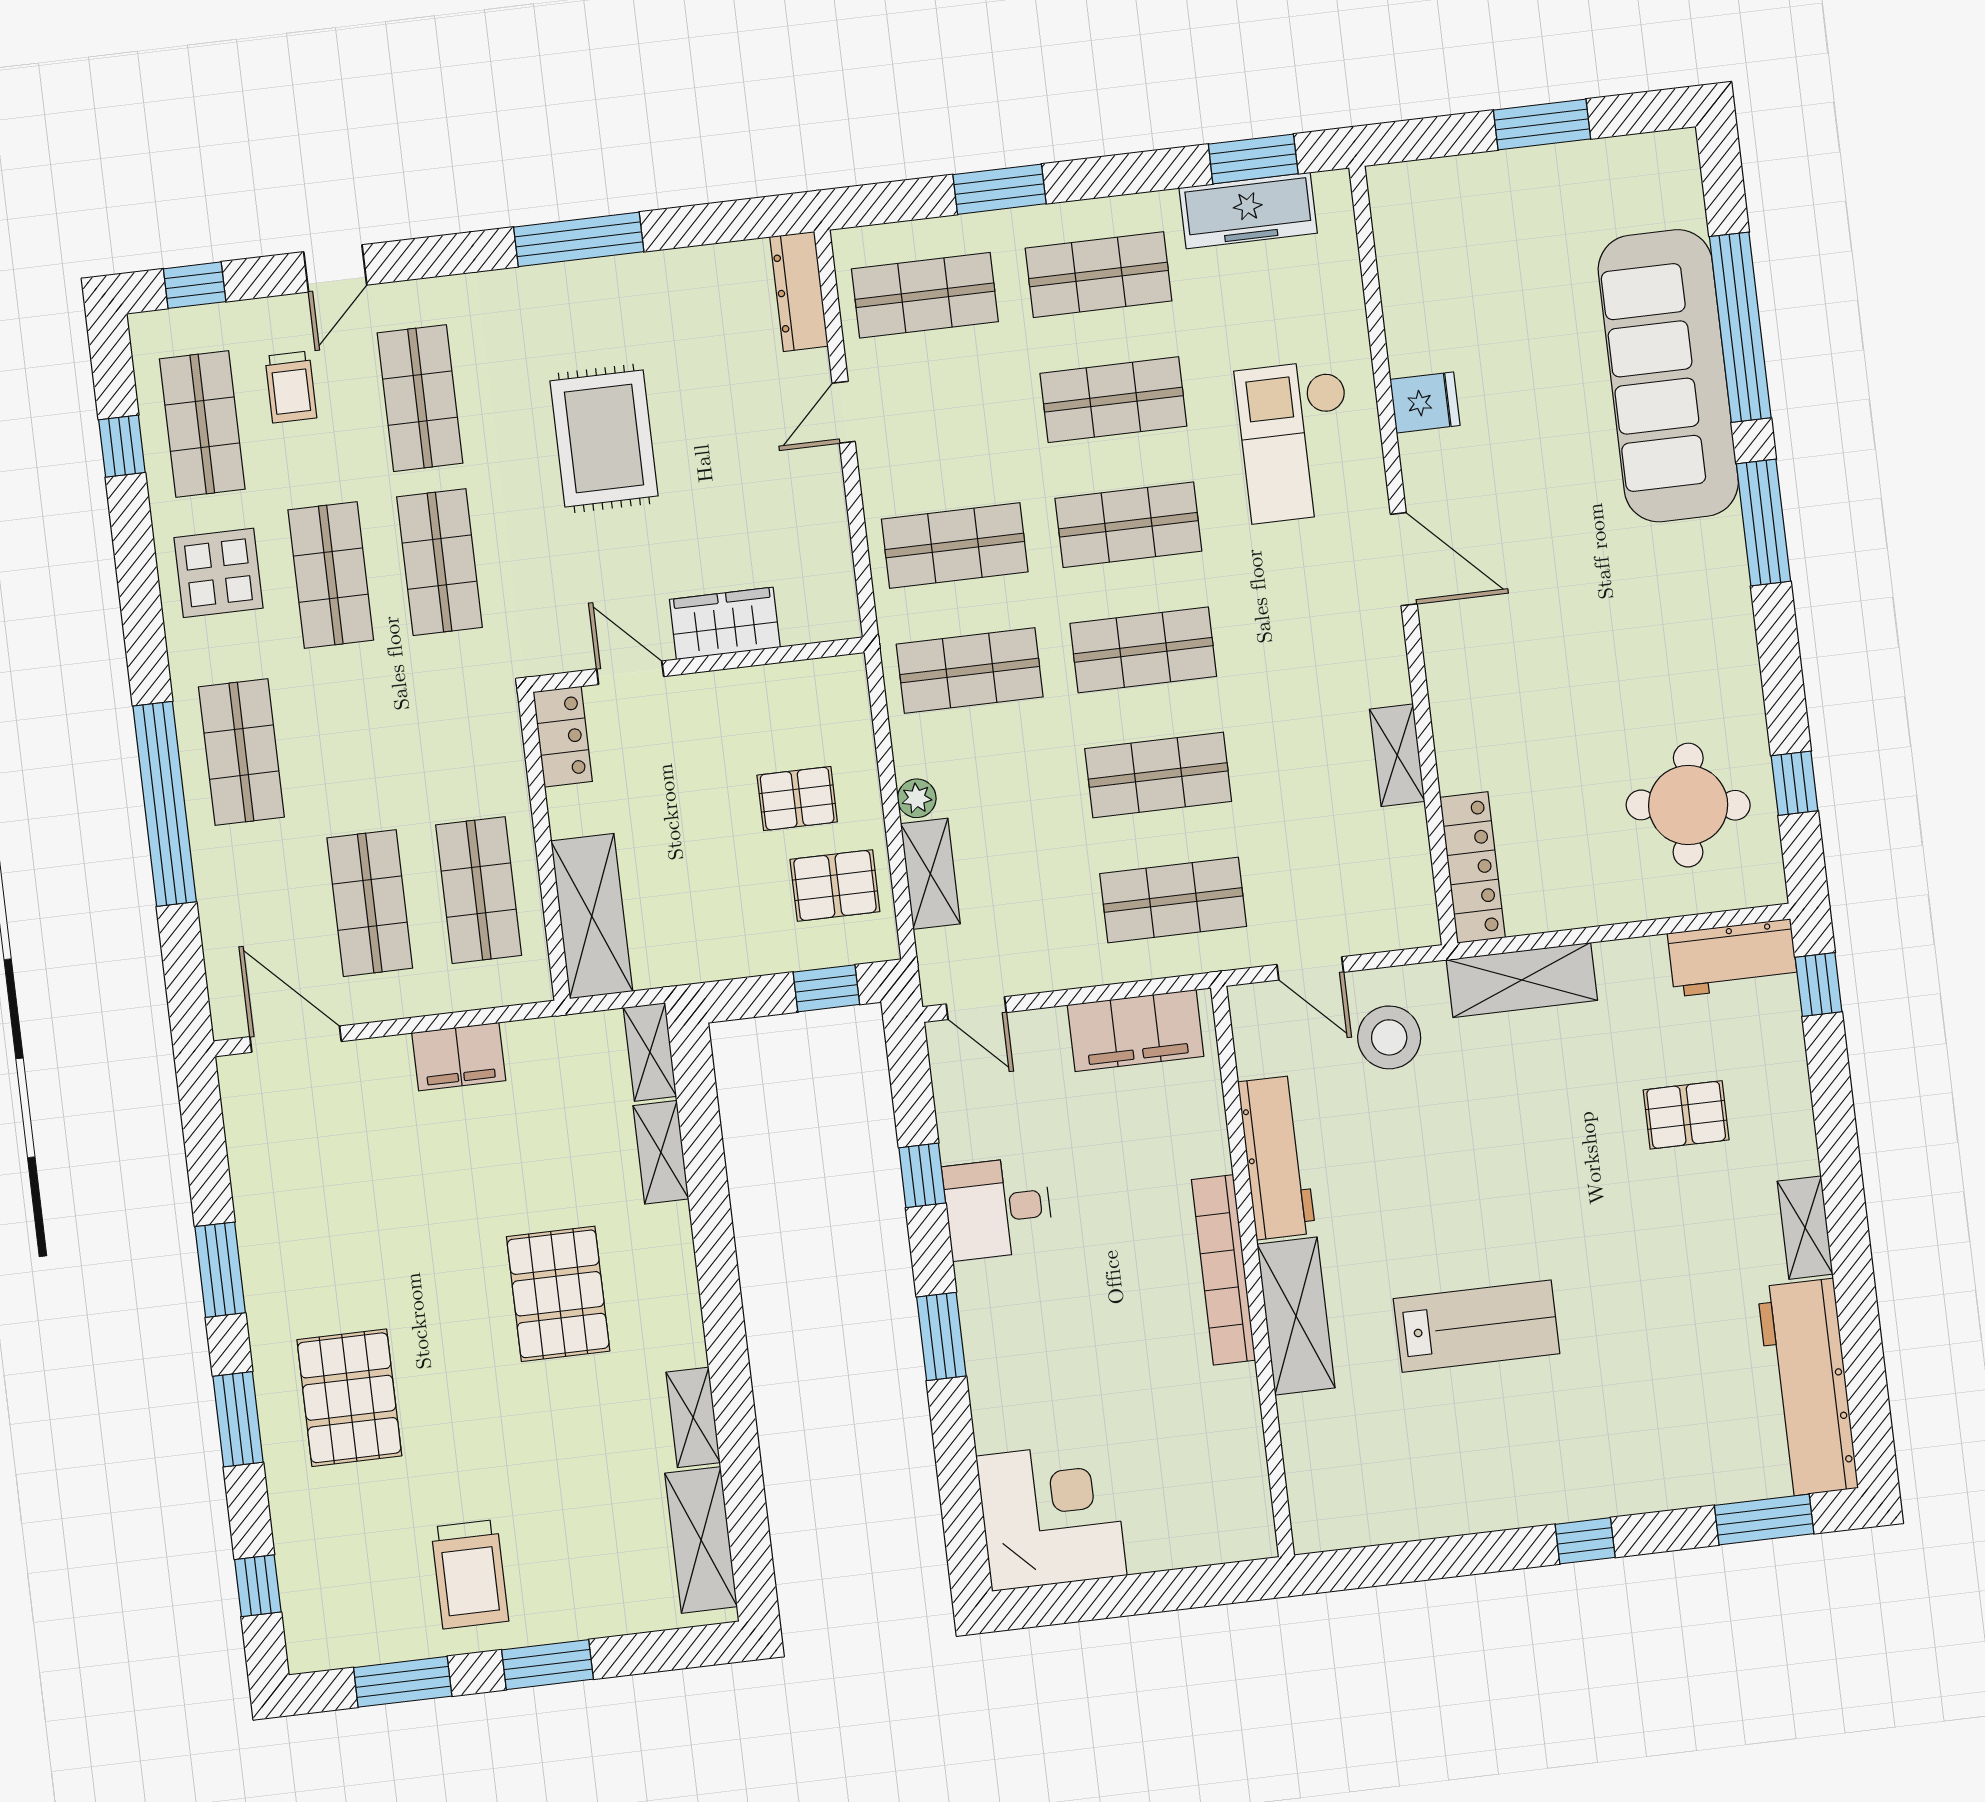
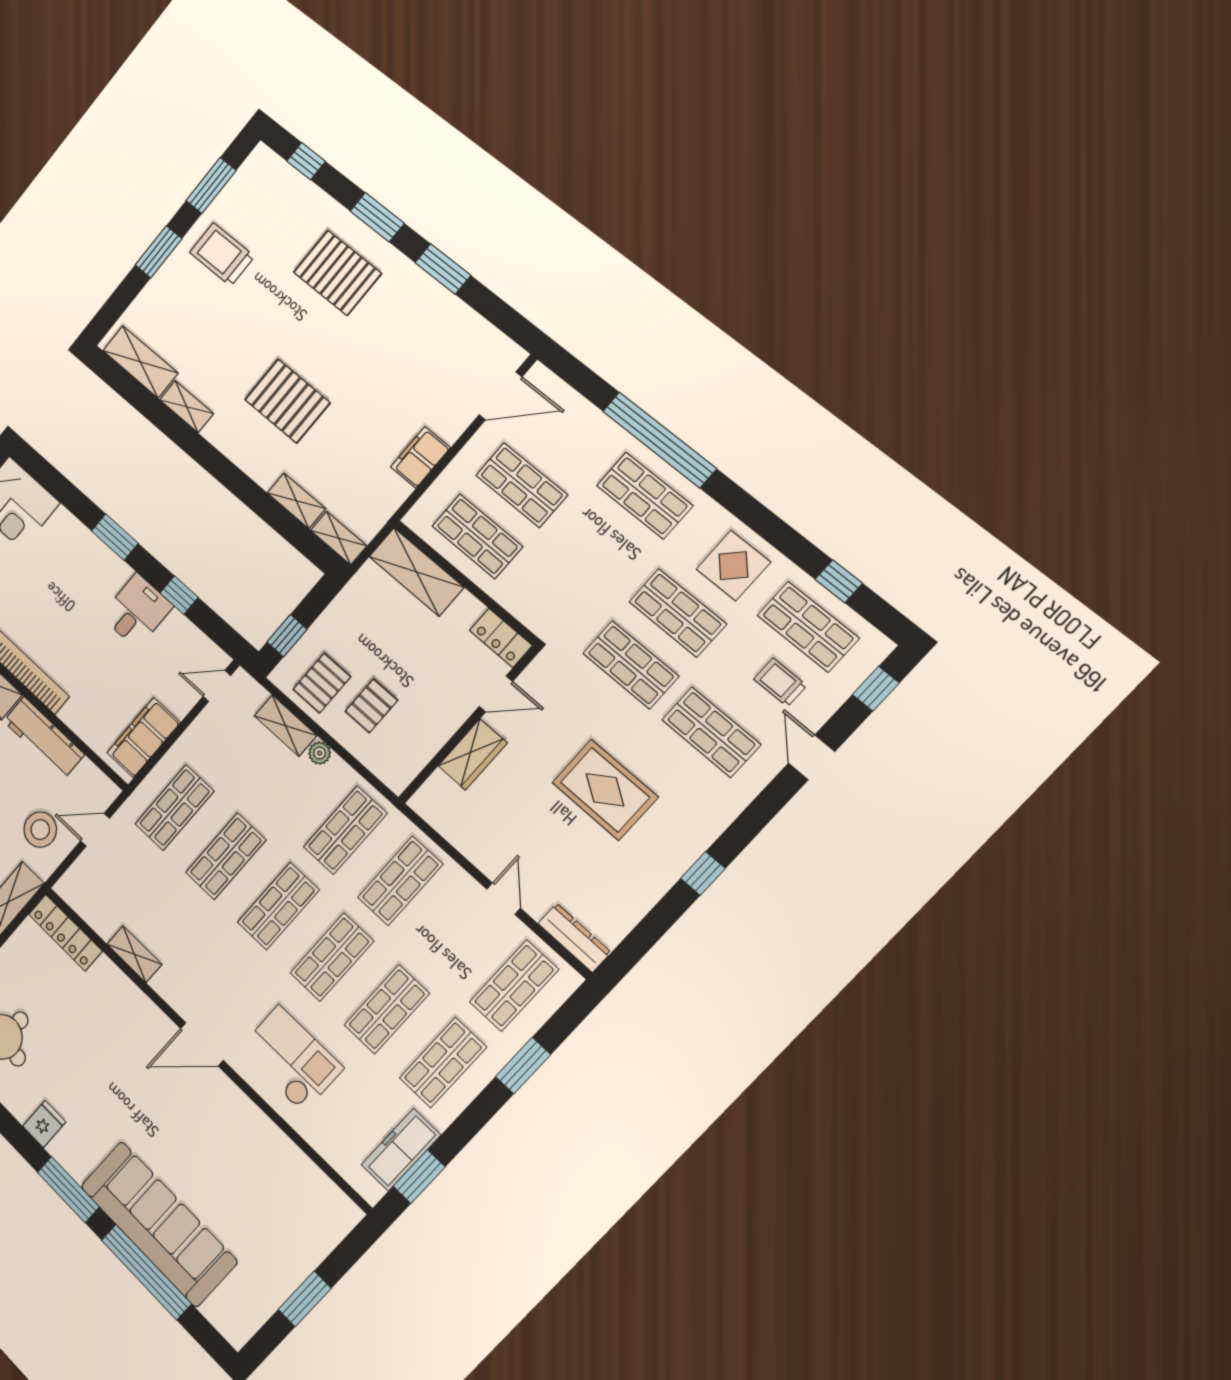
window: (579, 239) -> (703, 873), width x0.46
fridge: (1425, 402) -> (44, 1124), moved, turned 180

